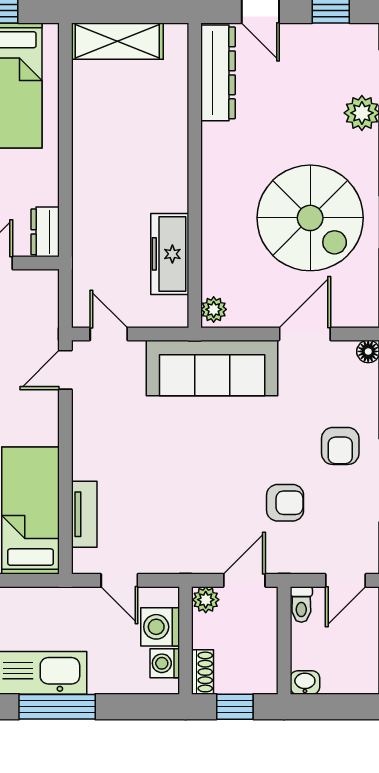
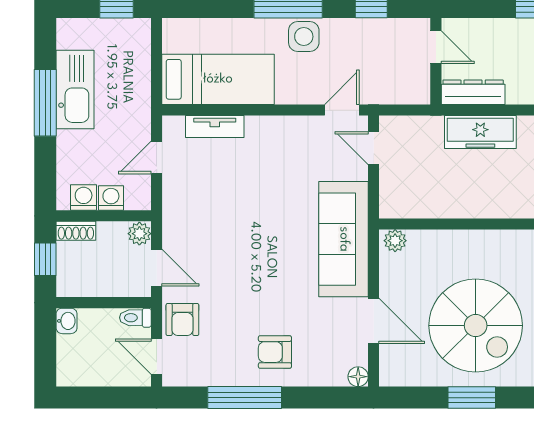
spiral stairs: (310, 218) -> (476, 326), turned -90
dresser: (45, 232) -> (473, 92), width x1.44
freezer: (170, 254) -> (480, 132), moved, turned 180
door: (109, 334) -> (374, 148), swing flipped
door: (65, 370) -> (342, 110), hinge flipped
armchair: (285, 503) -> (182, 320), moved
washing machine: (160, 627) -> (111, 198), width x0.73, depth x0.73

